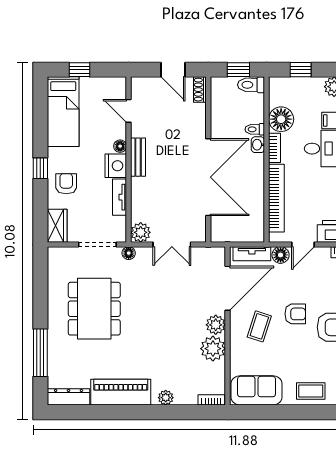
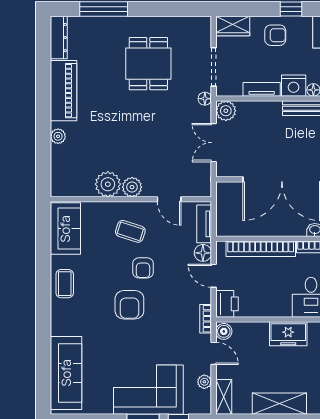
door: (228, 288) -> (169, 199), width x0.53
dining table: (94, 309) -> (148, 64), width x0.73
bookcase: (211, 400) -> (56, 183), removed

